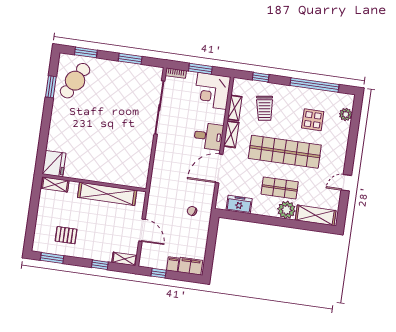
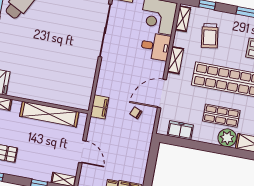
shelving: (235, 108) -> (183, 19), moved
desk: (209, 136) -> (156, 46), moved
filing cabinet: (157, 185) -> (100, 107), added
chair: (192, 211) -> (136, 113), moved

